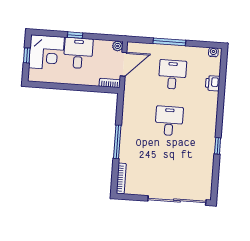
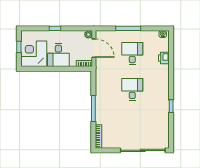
corner desk: (46, 52) -> (34, 54), moved, turned 180
desk: (78, 53) -> (58, 55), moved, turned 180
door: (123, 64) -> (94, 48), hinge flipped

